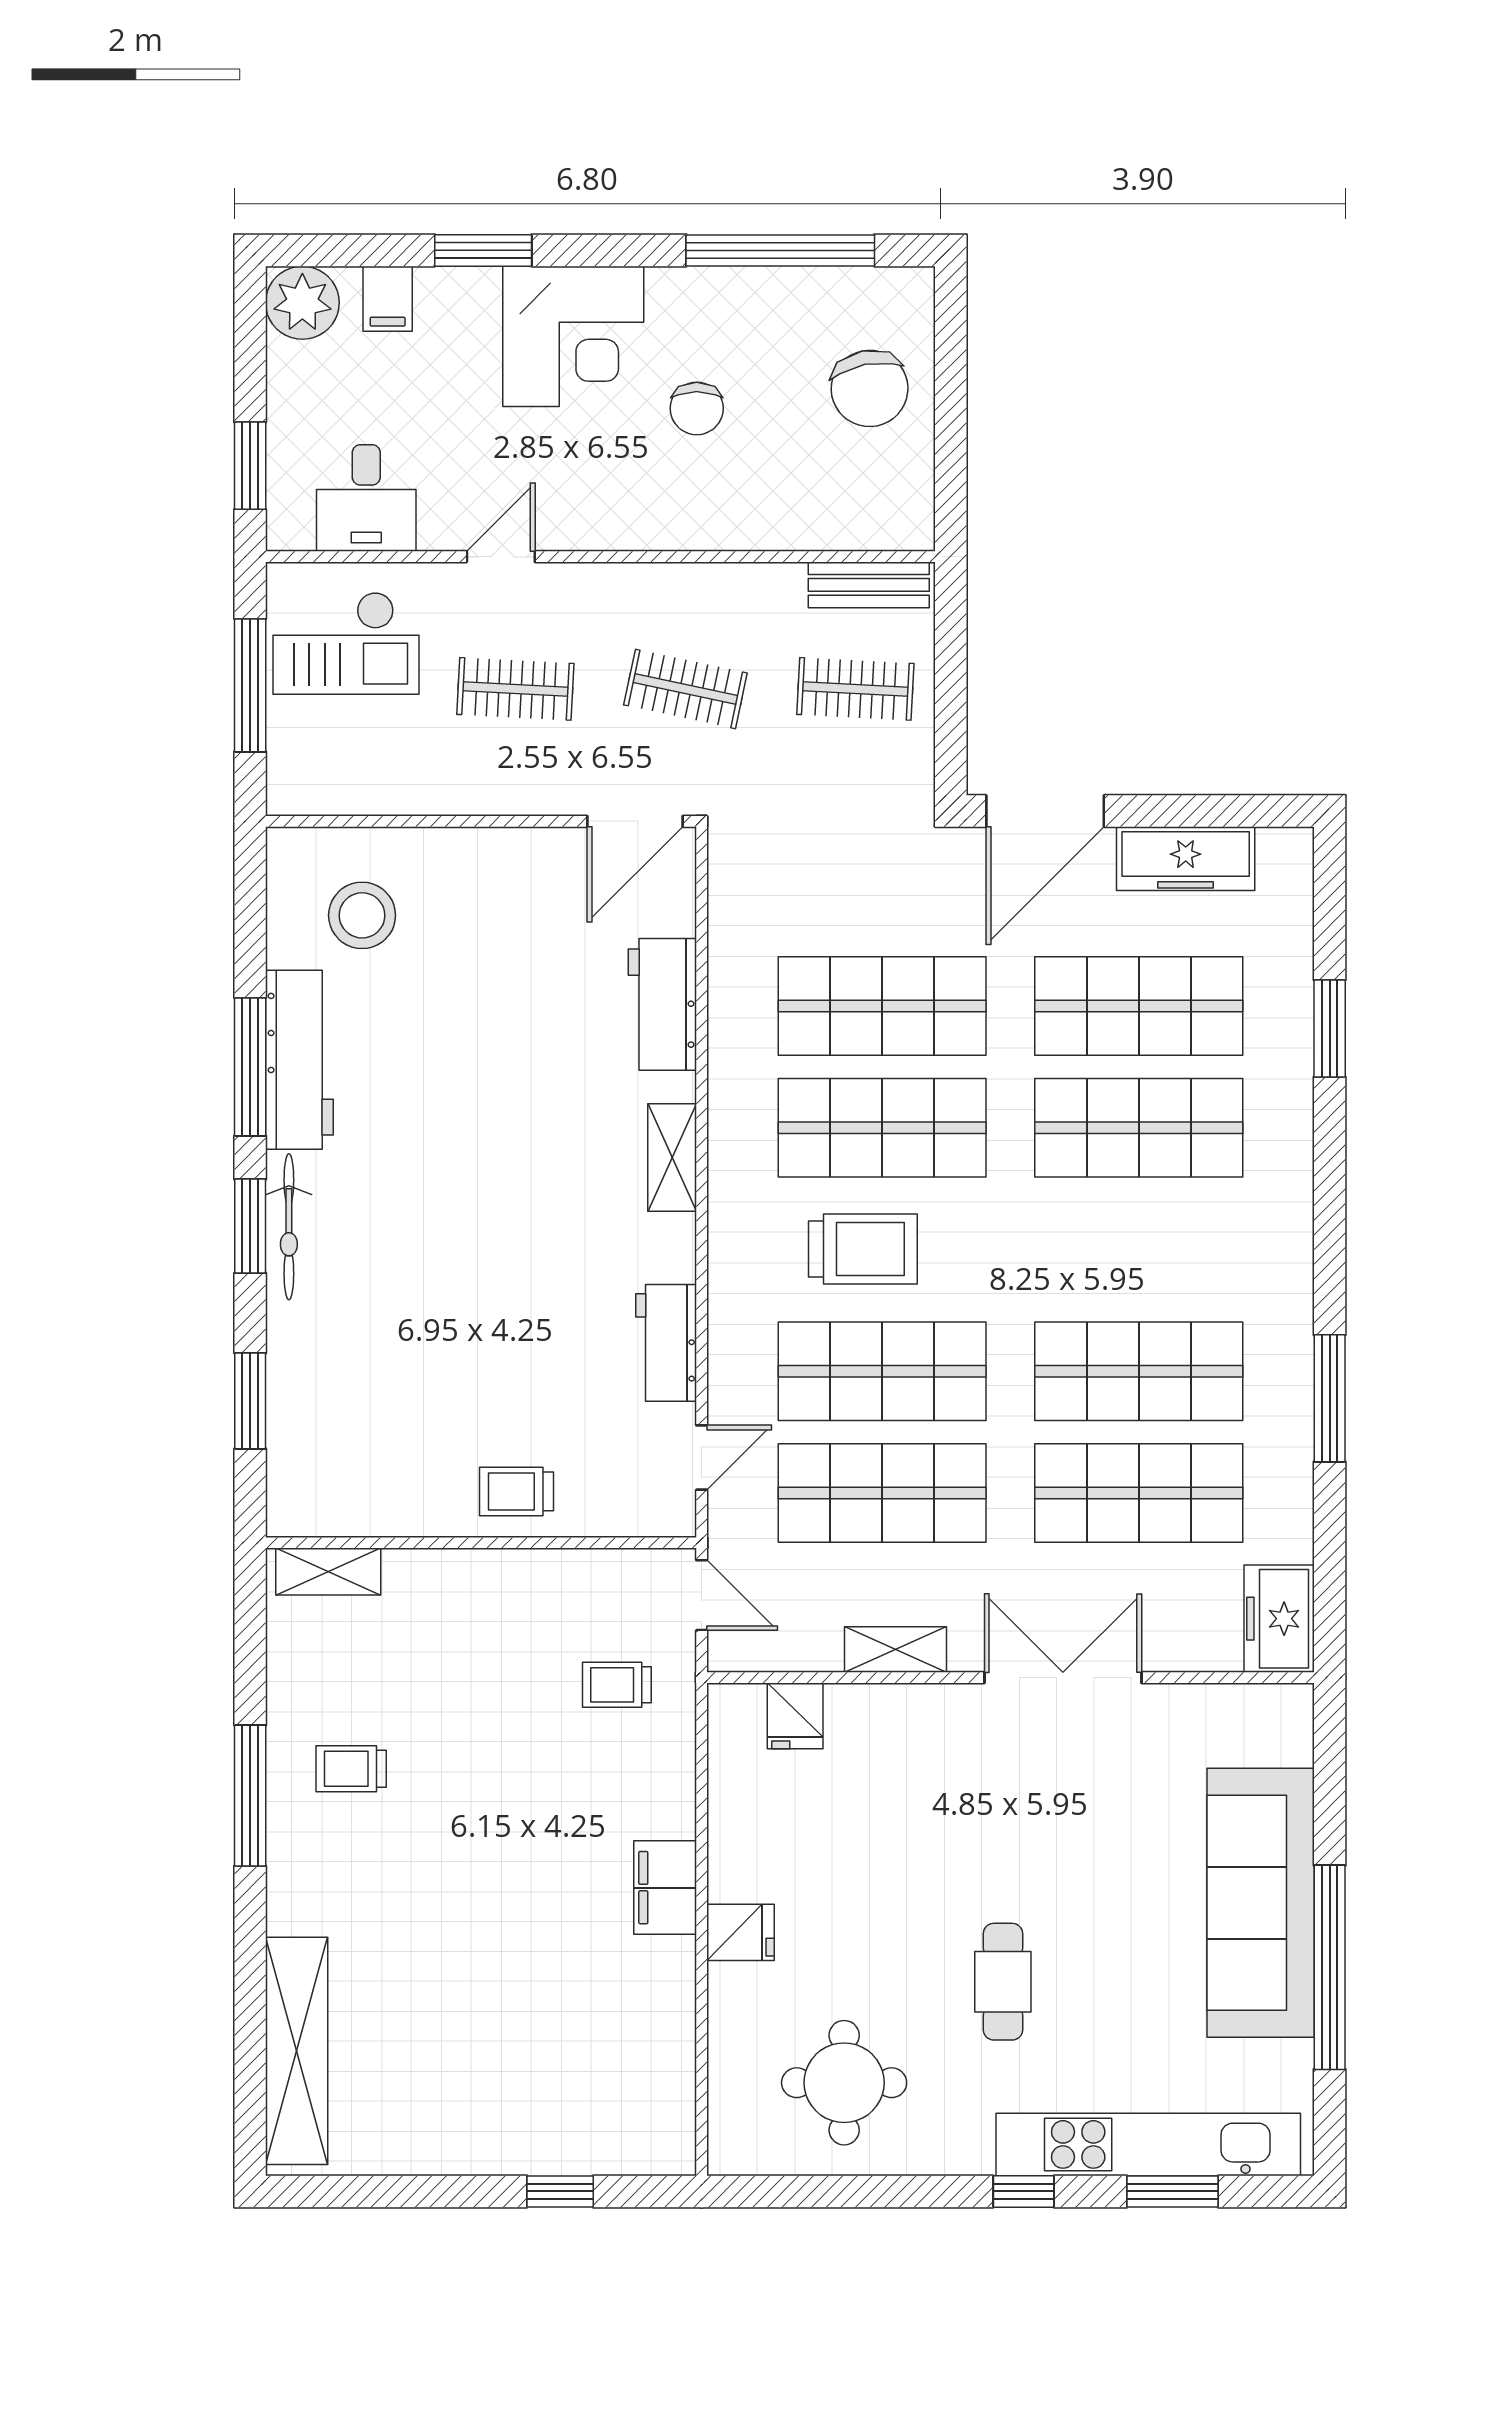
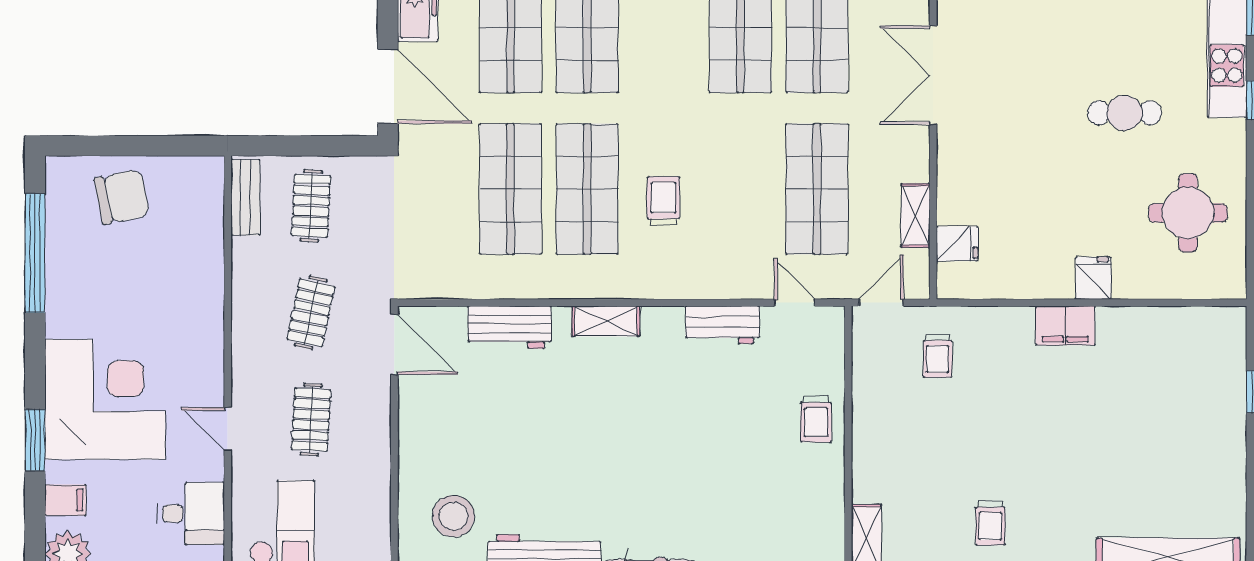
corner desk: (573, 336) -> (105, 399), width x1.36, depth x1.36
chair: (697, 408) -> (134, 306), removed
trolley: (863, 1249) -> (663, 201), width x0.73, depth x0.72
shop shelf: (882, 1371) -> (740, 189), removed
shelving: (895, 1650) -> (915, 215), moved

